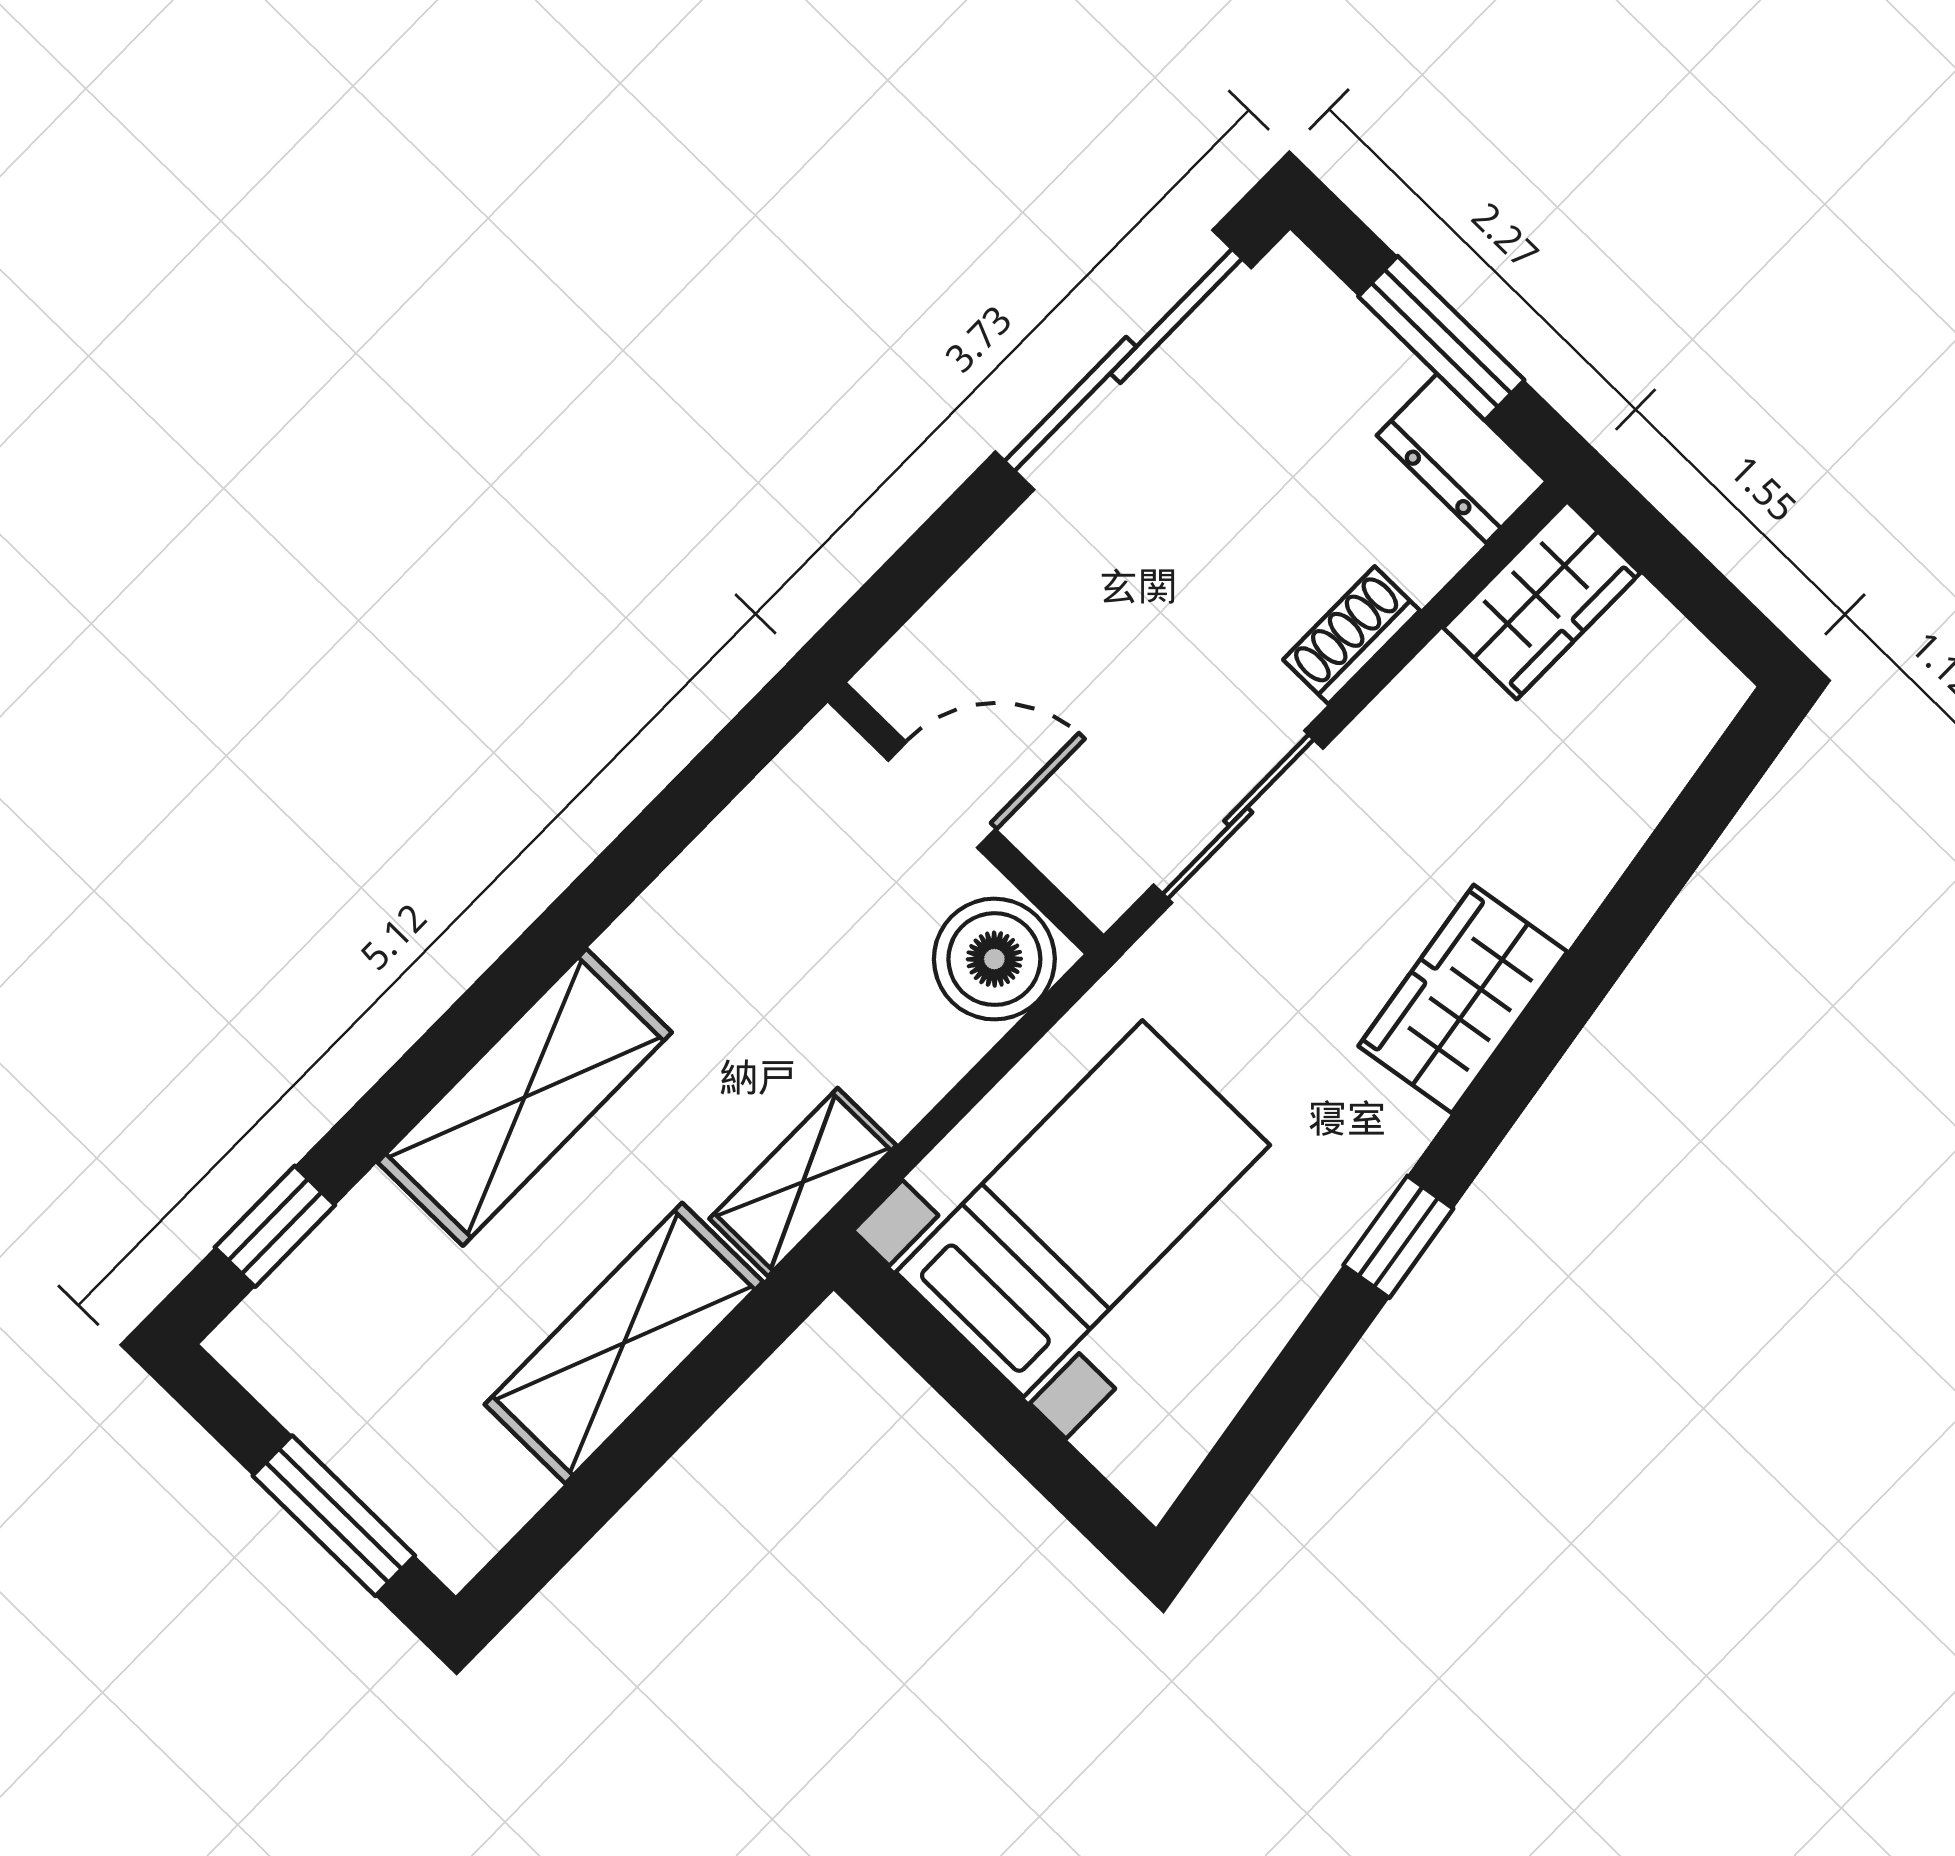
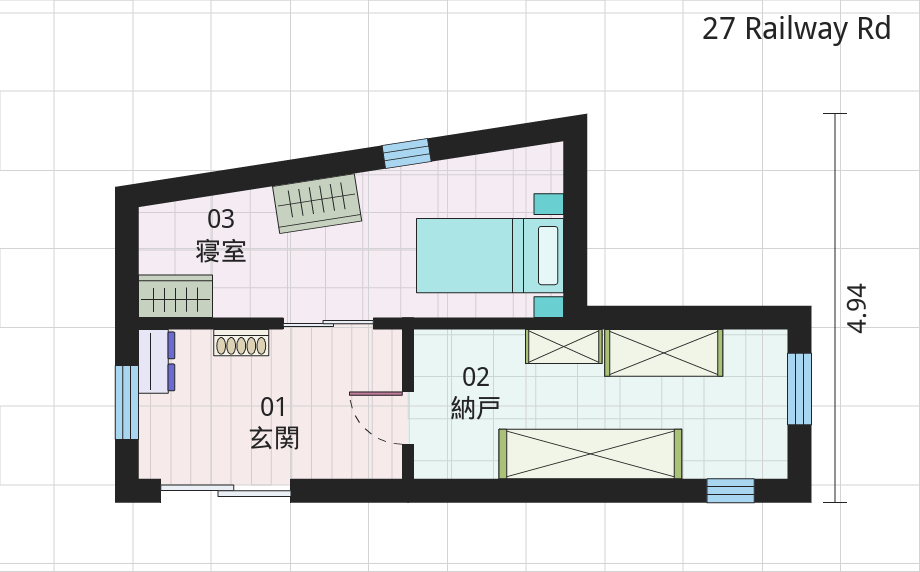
boiler: (994, 959) -> (442, 355), removed
shelving: (525, 1097) -> (590, 454), width x1.47

